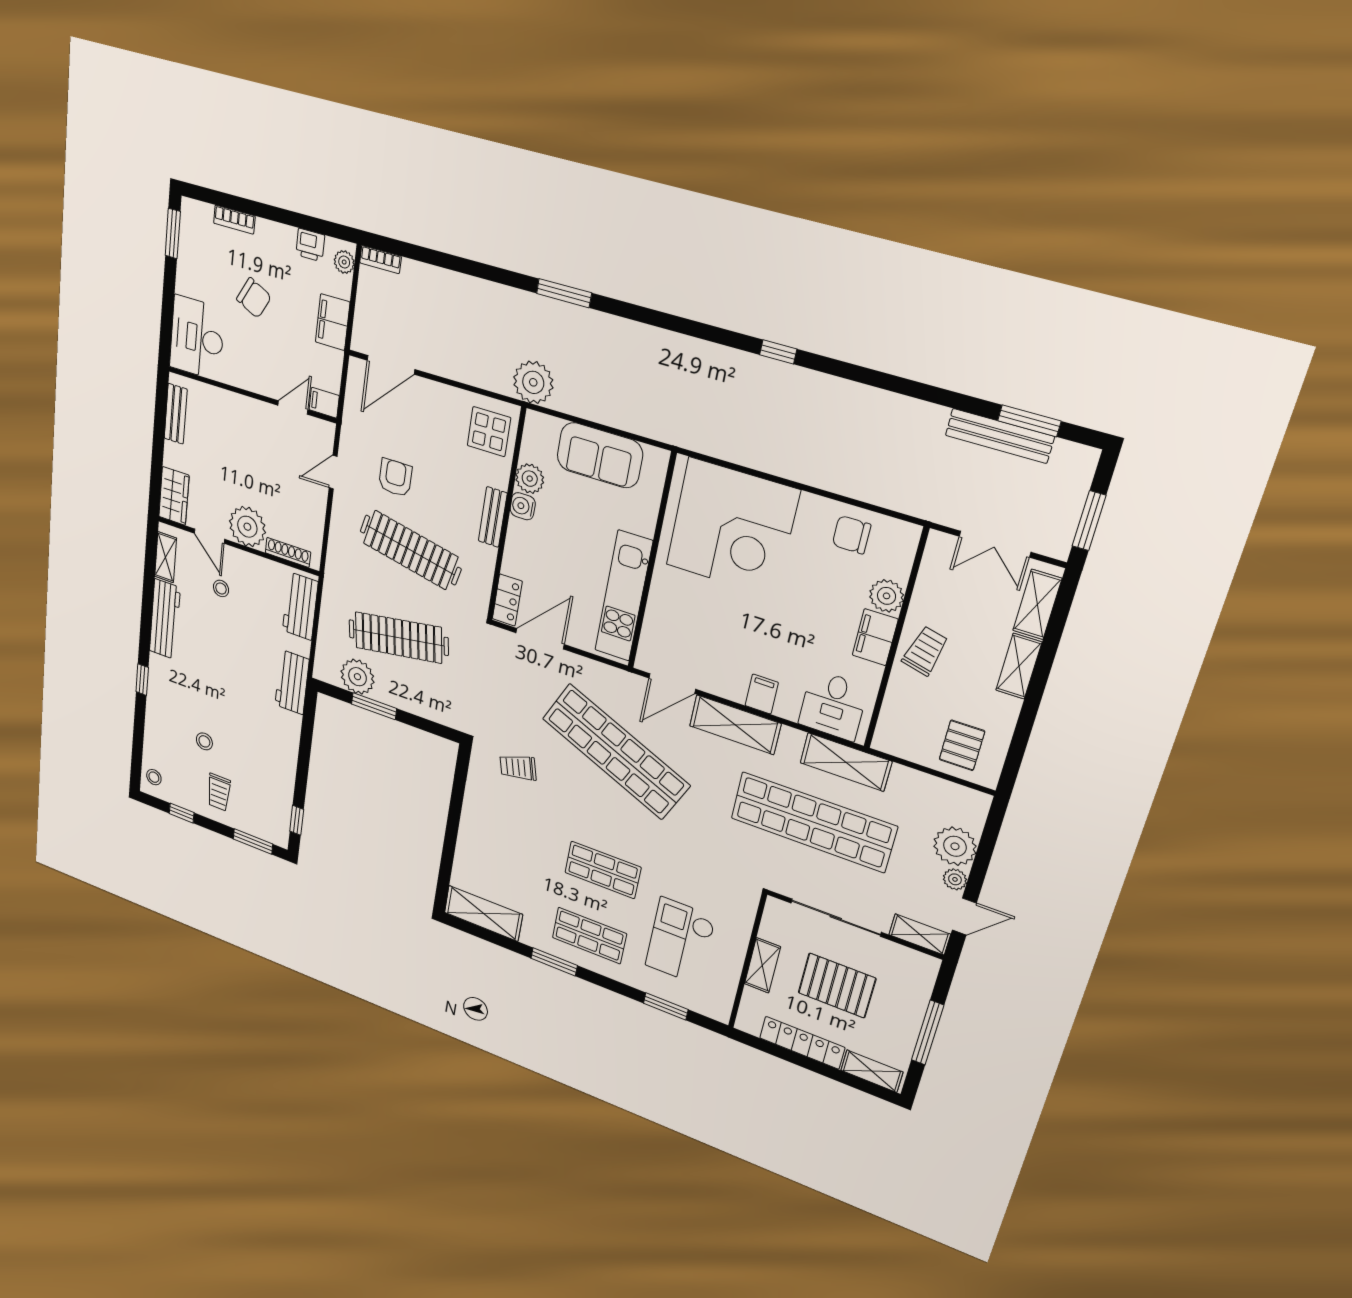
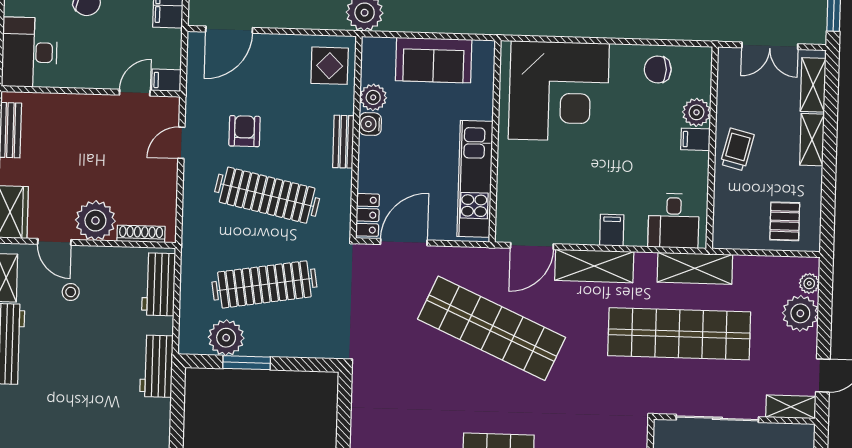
filing cabinet: (875, 637) -> (695, 139), width x0.50
trolley: (518, 767) -> (400, 376), removed
plant: (955, 879) -> (809, 283), moved

